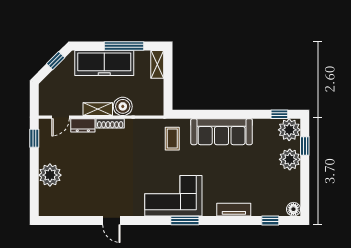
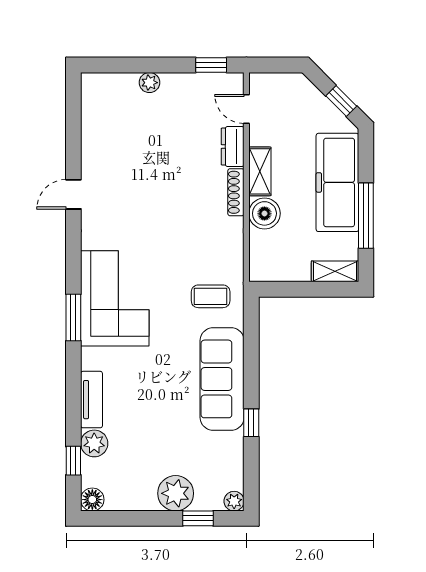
window: (279, 114) -> (251, 423), moved
plant: (289, 130) -> (234, 501), width x0.53, depth x0.53
plant: (50, 175) -> (149, 83), width x0.53, depth x0.53
plant: (260, 208) -> (94, 443), added

